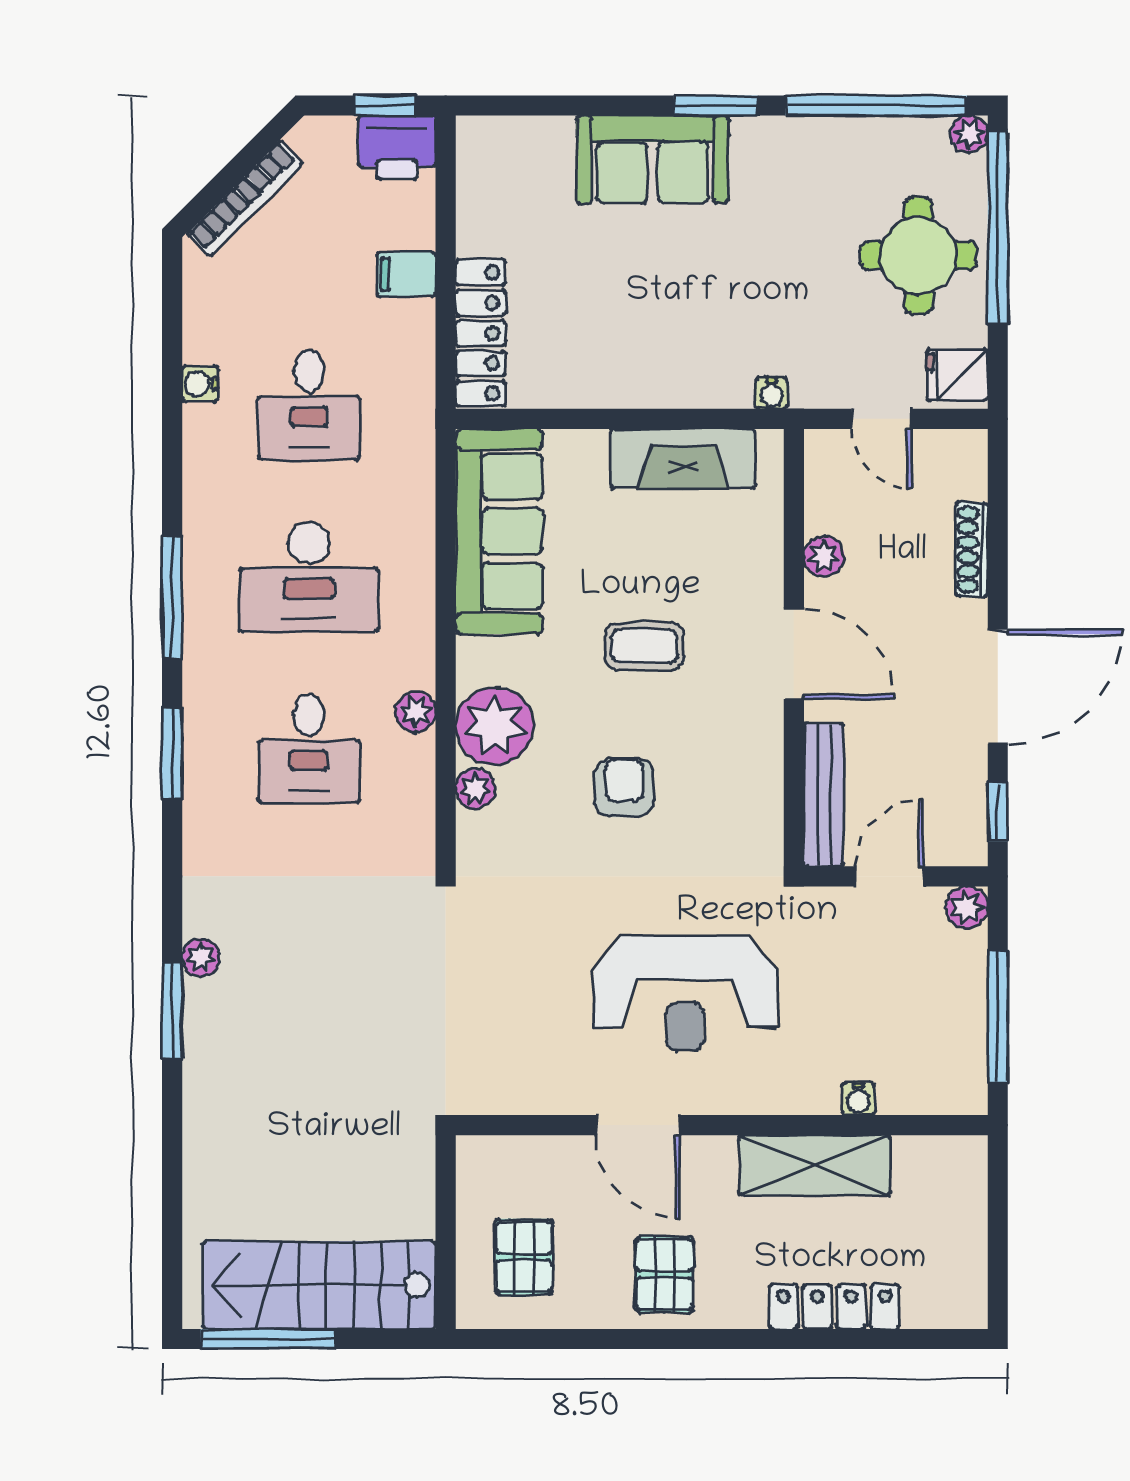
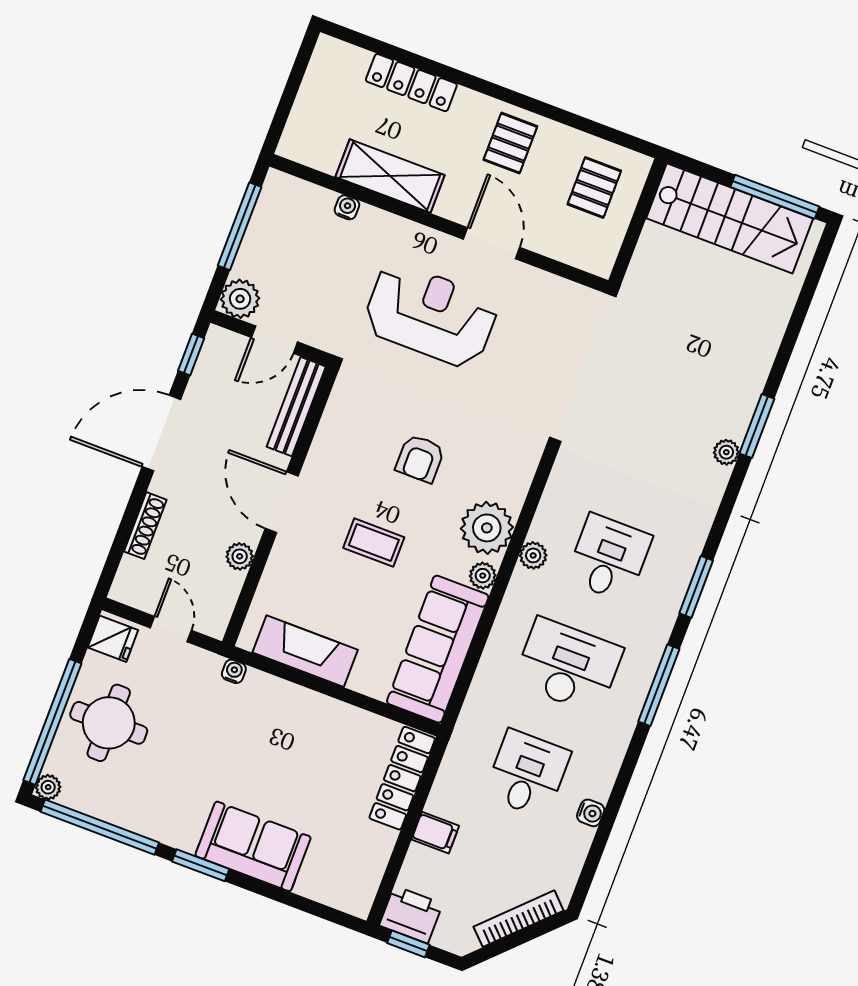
plant: (475, 789) -> (483, 576), moved
plant: (967, 907) -> (240, 299), width x1.38, depth x1.38

